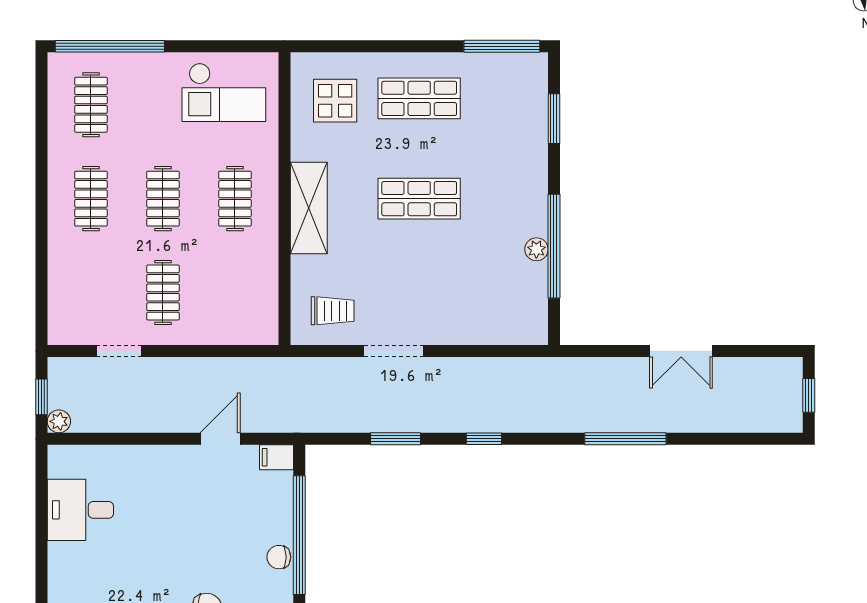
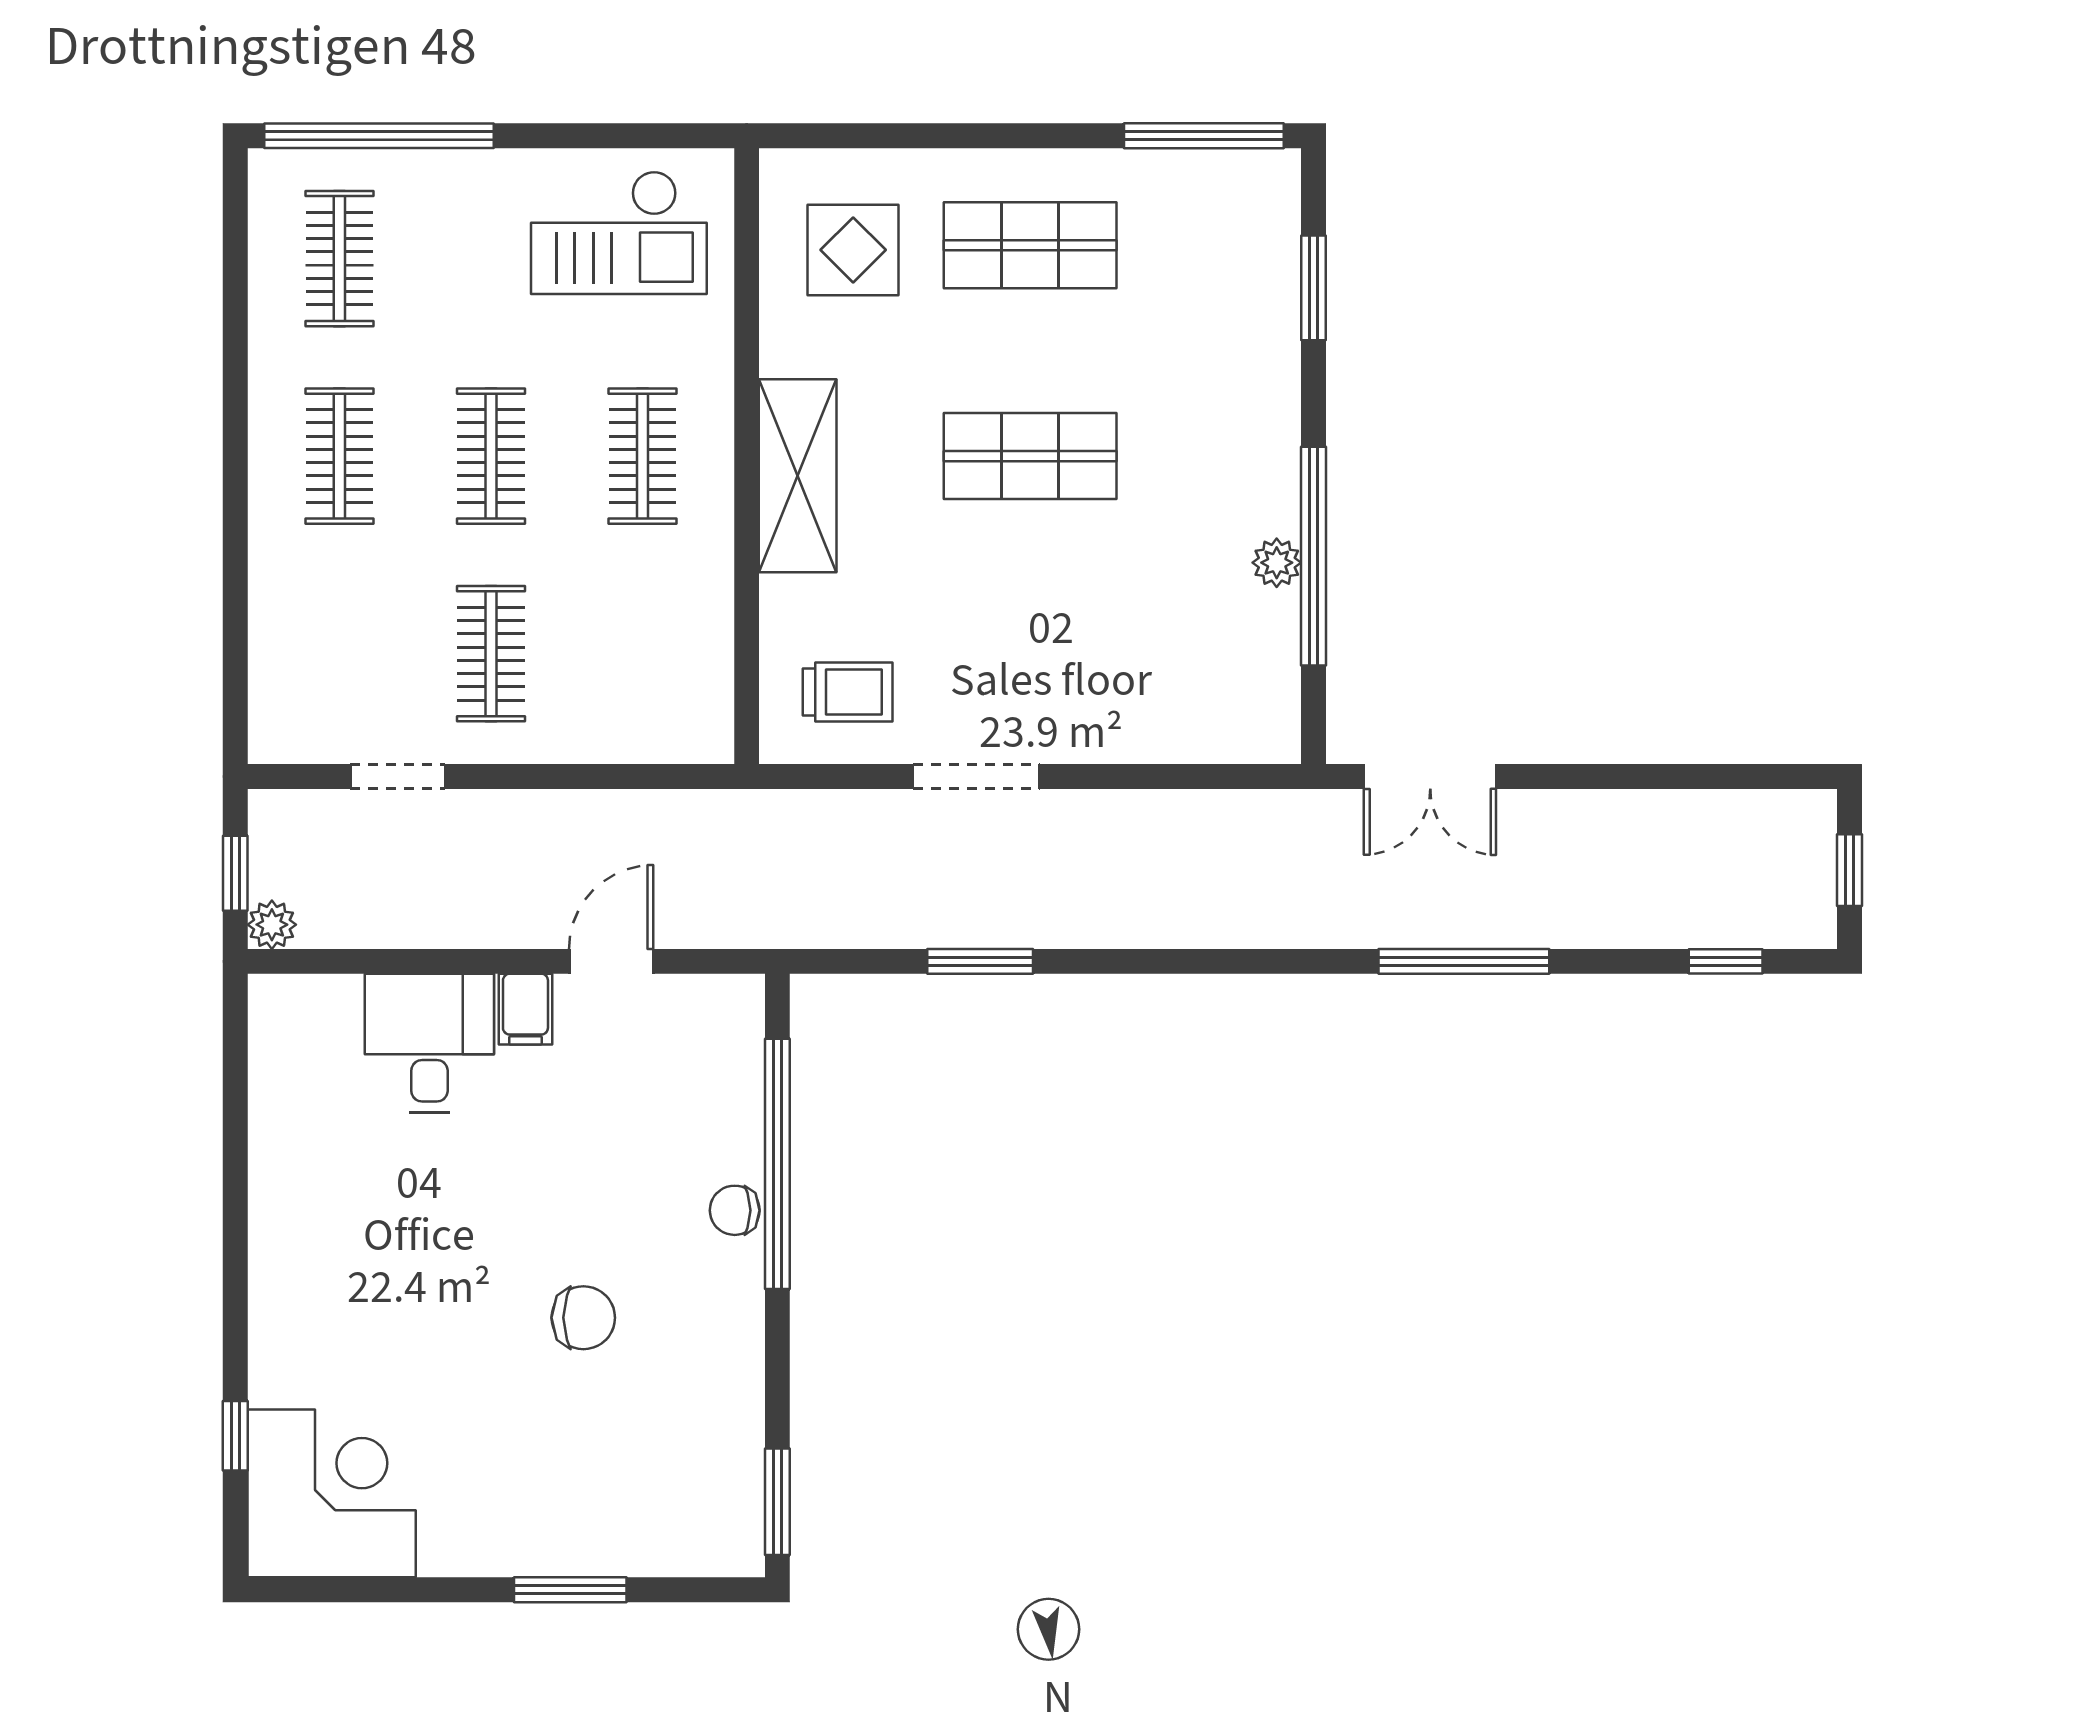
double door: (681, 351) -> (1430, 776), moved
window: (484, 439) -> (1726, 961), moved
filing cabinet: (276, 457) -> (525, 1009), moved, turned -90
desk: (80, 510) -> (429, 1043), moved, turned 90

